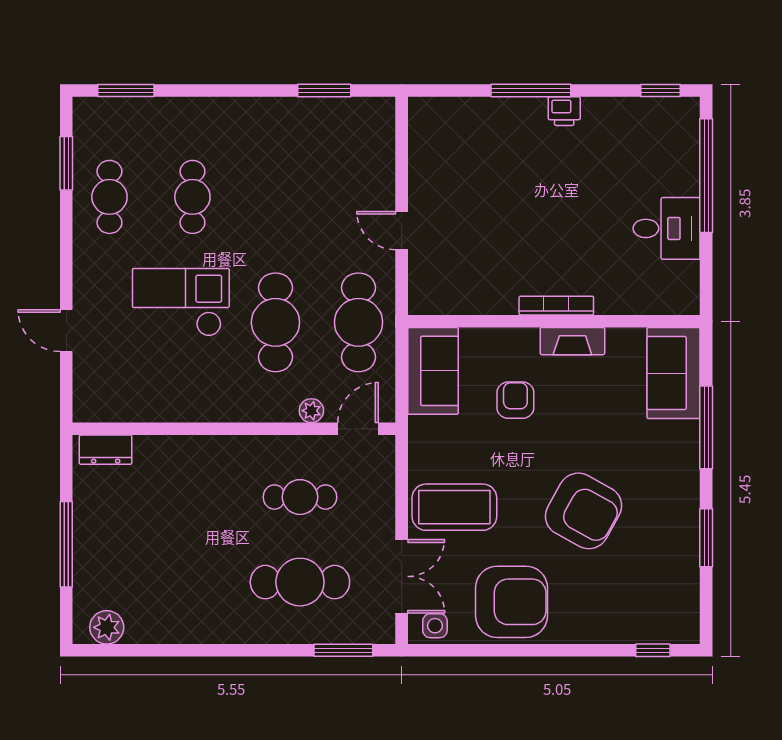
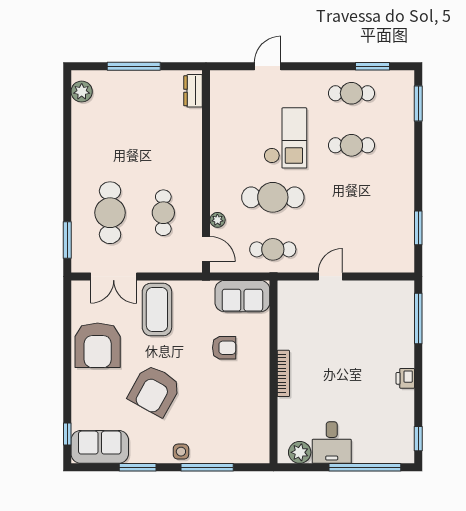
window: (531, 90) -> (418, 319), moved
plant: (682, 280) -> (300, 452), added
cafe table: (358, 322) -> (273, 249), width x0.73, depth x0.74
fireplace: (572, 341) -> (261, 384), removed
sofa: (674, 373) -> (100, 447), moved
side table: (435, 626) -> (181, 452), moved

